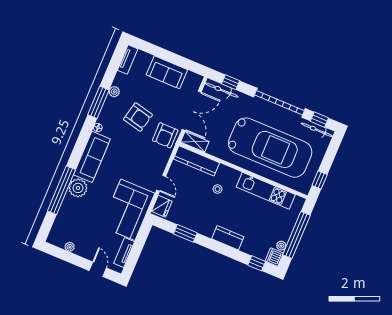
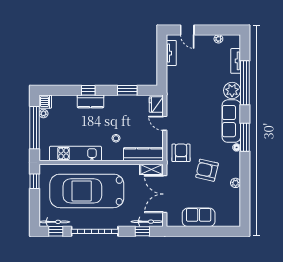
tv unit: (128, 60) -> (236, 61), moved
window: (98, 102) -> (245, 137), moved
armchair: (165, 135) -> (181, 153), moved
corner sofa: (128, 210) -> (183, 90), removed
window: (257, 263) -> (88, 90), moved

